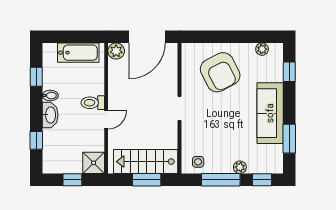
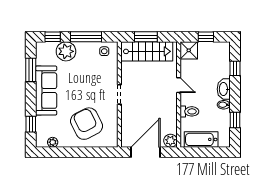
toilet: (93, 103) -> (189, 111), moved
door: (106, 120) -> (179, 85), swing flipped
plant: (240, 167) -> (66, 51), width x1.87, depth x1.87

